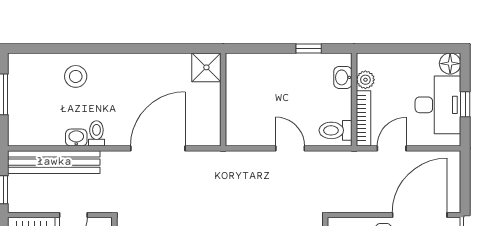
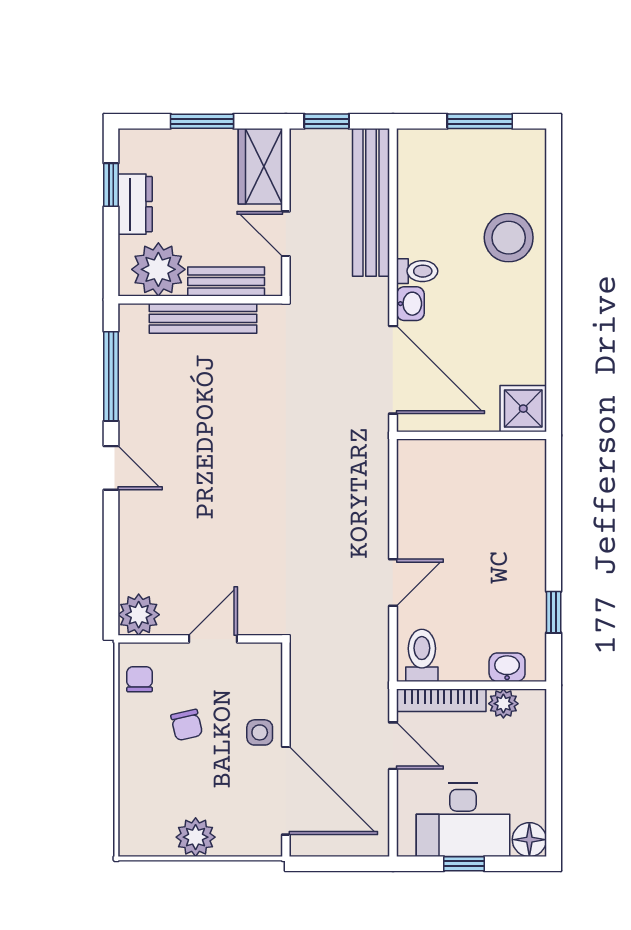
shower: (206, 67) -> (523, 409), moved
stool: (76, 76) -> (509, 238), width x1.38, depth x1.38
wall: (223, 100) -> (472, 435), moved
washbasin: (76, 138) -> (410, 304), moved

